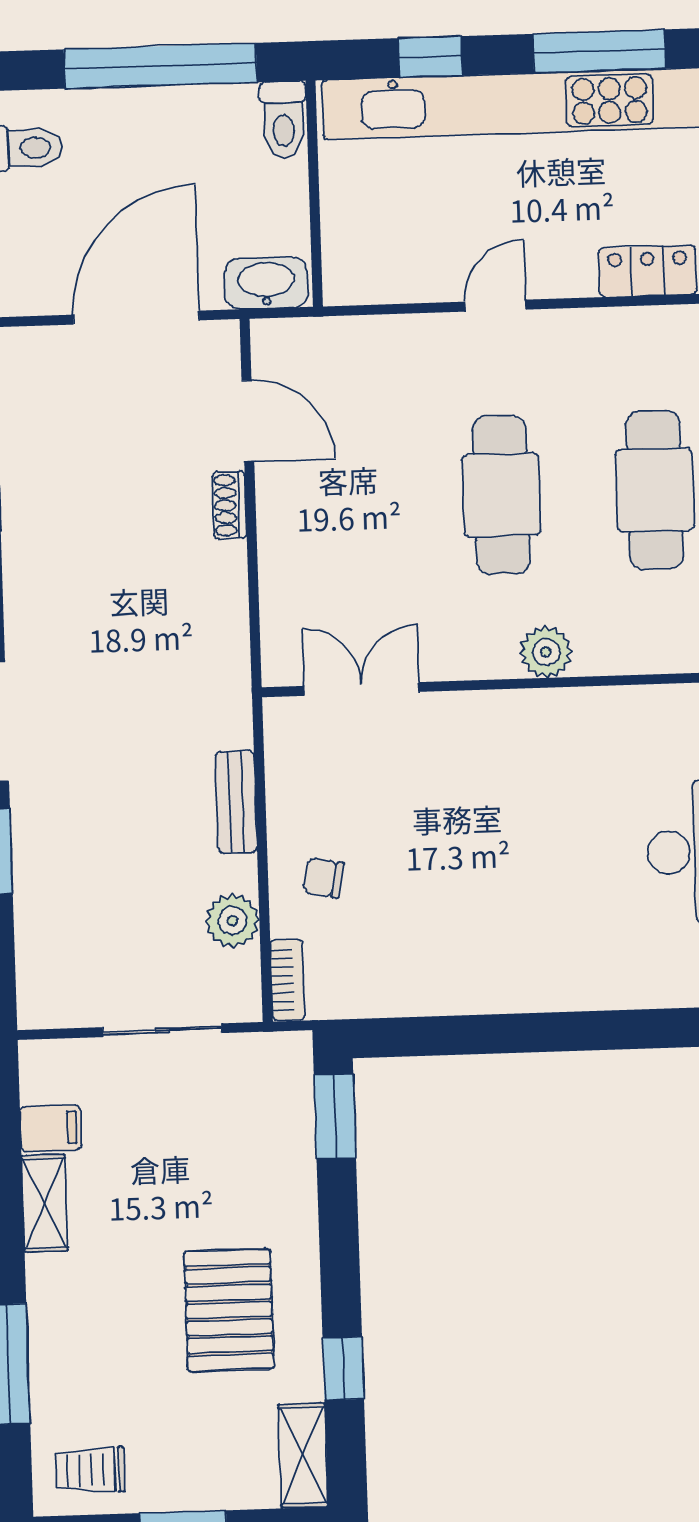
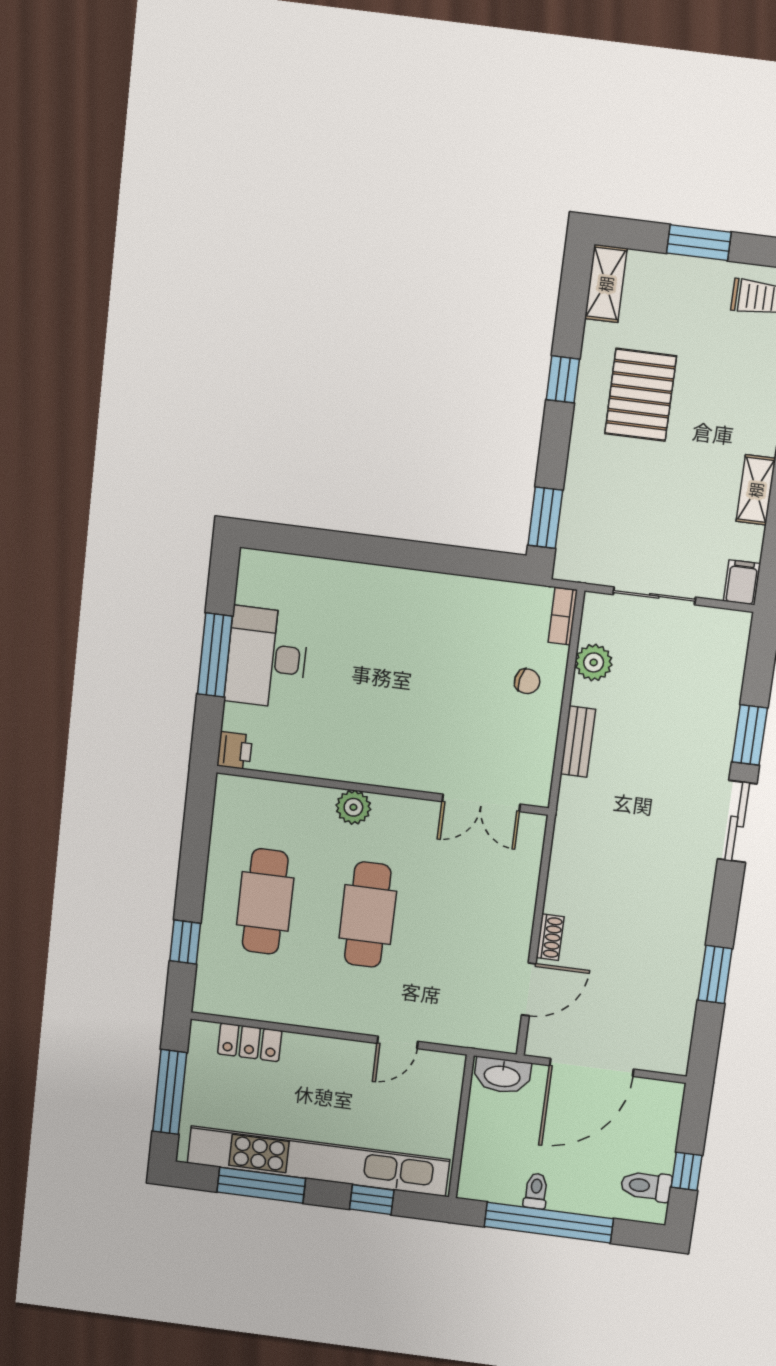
toilet: (284, 120) -> (536, 1191), moved, width x0.73, depth x0.72
door: (496, 306) -> (398, 1042), moved
door: (248, 421) -> (529, 989), swing flipped
filing cabinet: (51, 1128) -> (742, 582), moved, turned 90
window: (343, 1368) -> (563, 379), moved

